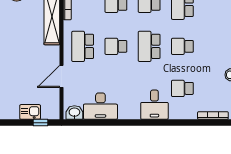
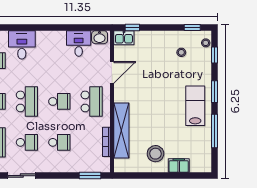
desk: (100, 106) -> (79, 43), width x0.73
kitchen sink: (30, 112) -> (124, 38), moved

